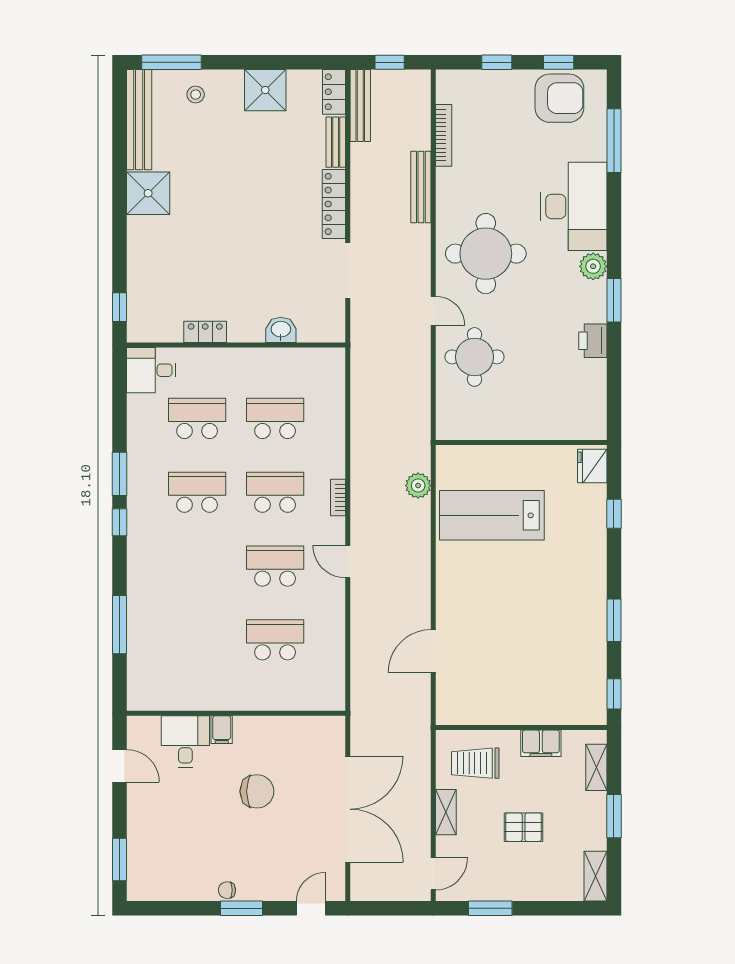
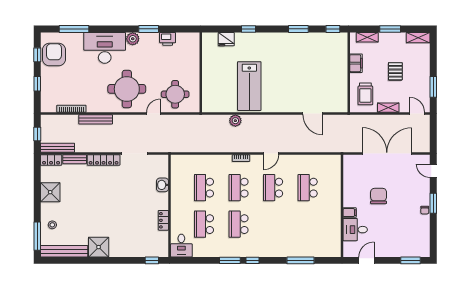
wall: (521, 442) -> (201, 72), moved

